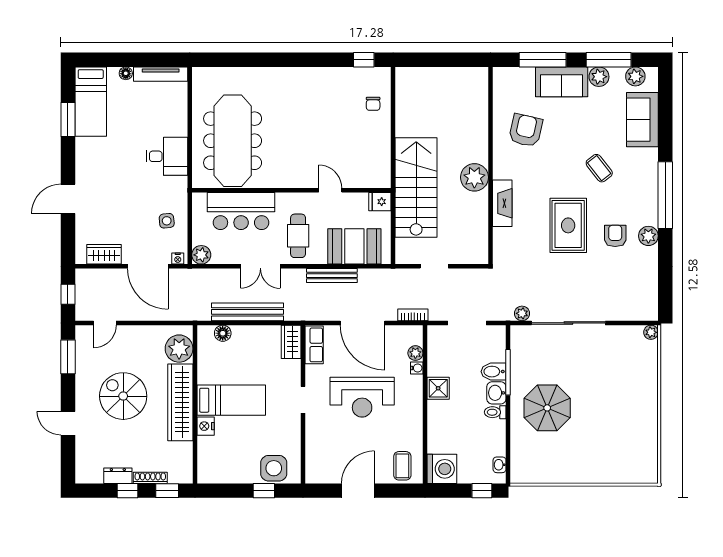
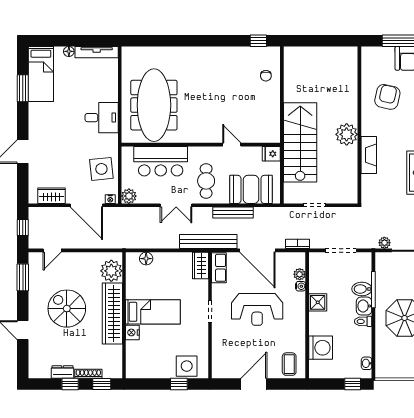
side table: (167, 221) -> (101, 169), width x1.87, depth x1.87
bench: (248, 312) -> (208, 242), moved
washing machine: (442, 469) -> (321, 348), moved

